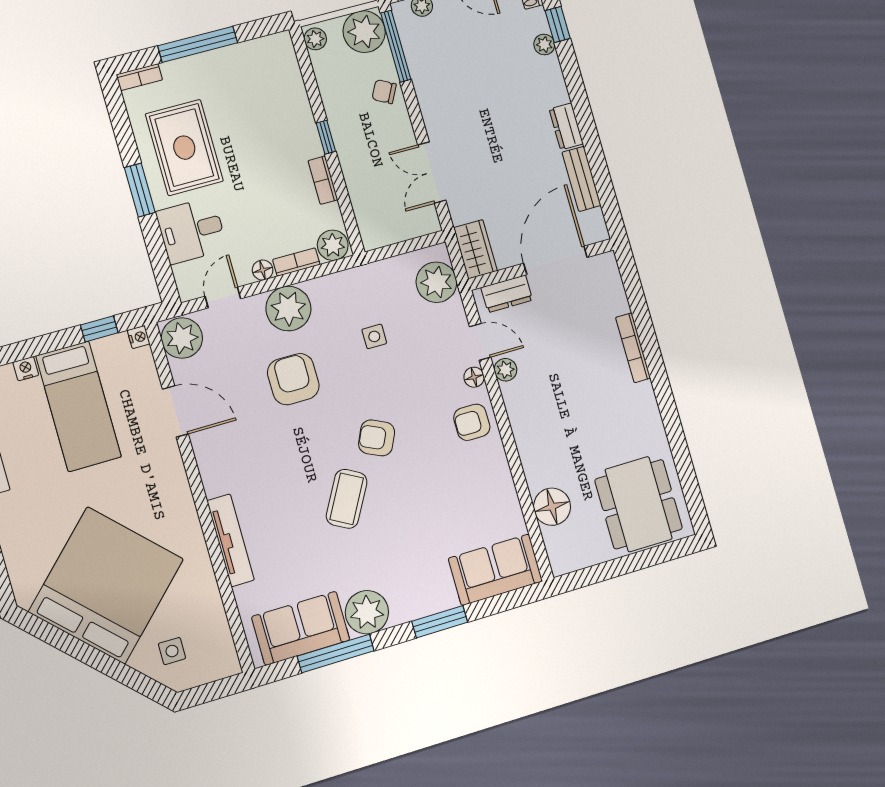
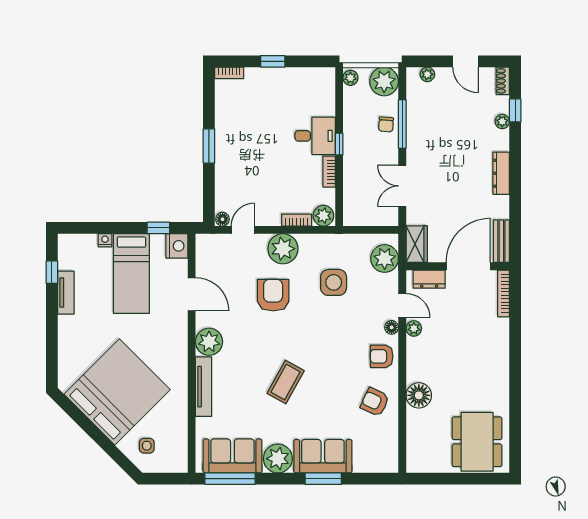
window: (198, 44) -> (273, 61), width x0.46
window: (396, 46) -> (402, 124), moved
chair: (384, 92) -> (386, 124), turned -114
dresser: (566, 126) -> (501, 173), width x1.44
rug: (184, 148) -> (245, 126), removed
bench: (581, 179) -> (501, 241), moved
desk: (192, 231) -> (315, 136), moved, turned 180
floor lamp: (263, 270) -> (223, 219), moved
side table: (374, 336) -> (334, 282), width x1.87, depth x1.87
nightstand: (139, 337) -> (177, 246), width x1.89, depth x1.79
plant: (182, 338) -> (209, 342), moved
bookcase: (633, 348) -> (503, 293), moved
armchair: (377, 438) -> (375, 402), moved
floor lamp: (552, 507) -> (419, 395), moved
sofa: (495, 570) -> (323, 456), moved
window: (336, 653) -> (230, 479), moved

